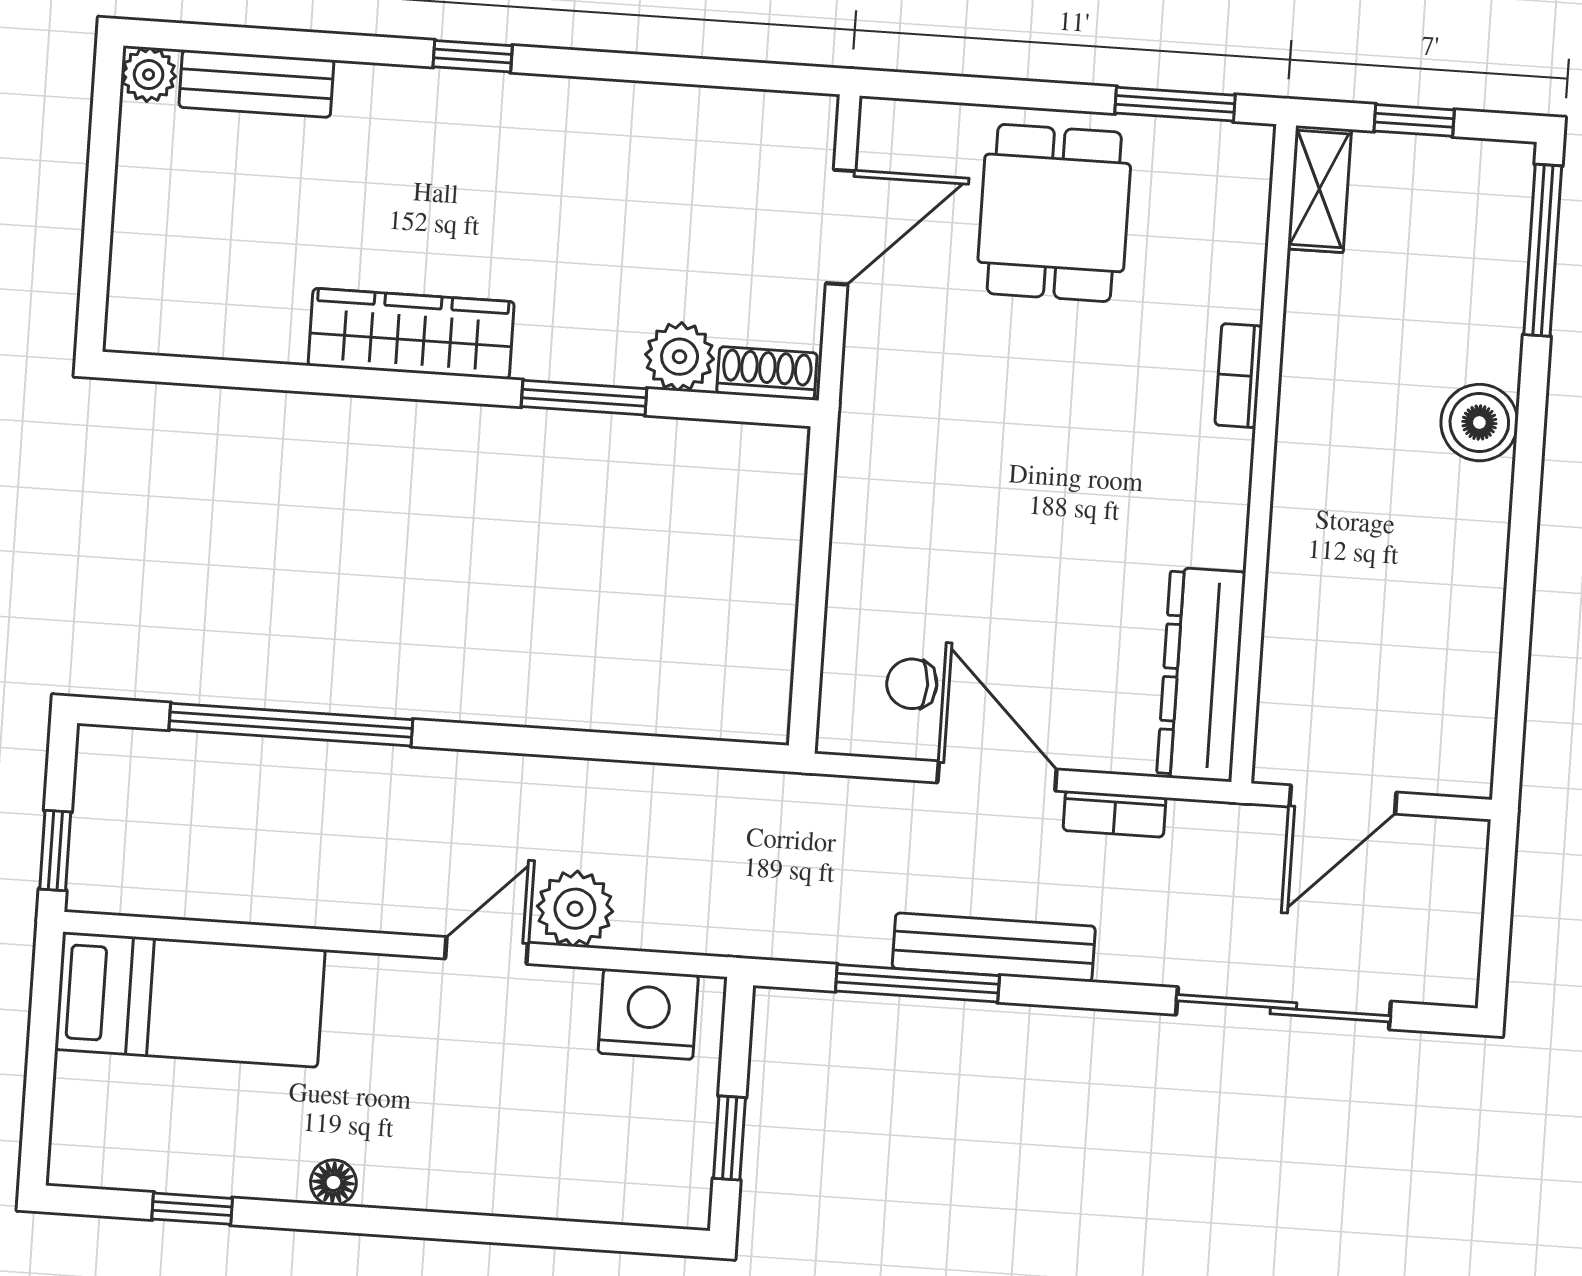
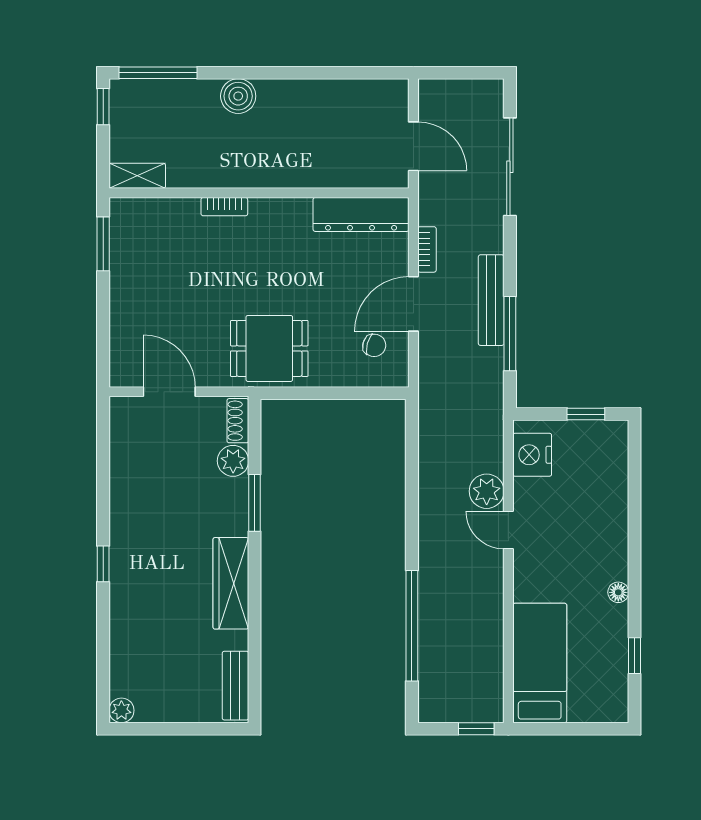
bench: (256, 84) -> (235, 686), moved
window: (1414, 120) -> (103, 107), moved
dining table: (1054, 213) -> (269, 348), moved
chair: (912, 684) -> (374, 345), turned -75

